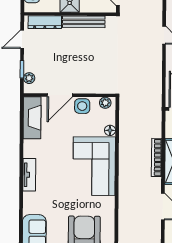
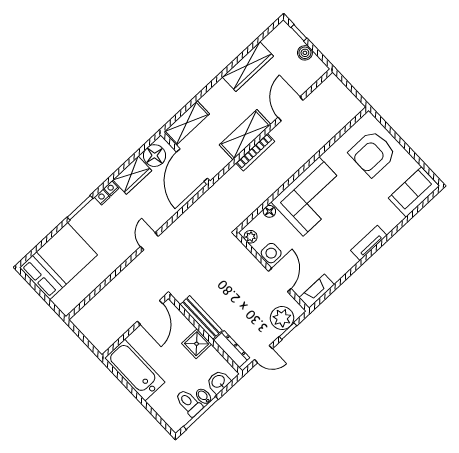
plant: (29, 78) -> (282, 318), width x1.88, depth x1.88
door: (60, 95) -> (280, 280), hinge flipped
fireplace: (32, 118) -> (317, 291), width x0.73, depth x0.76

